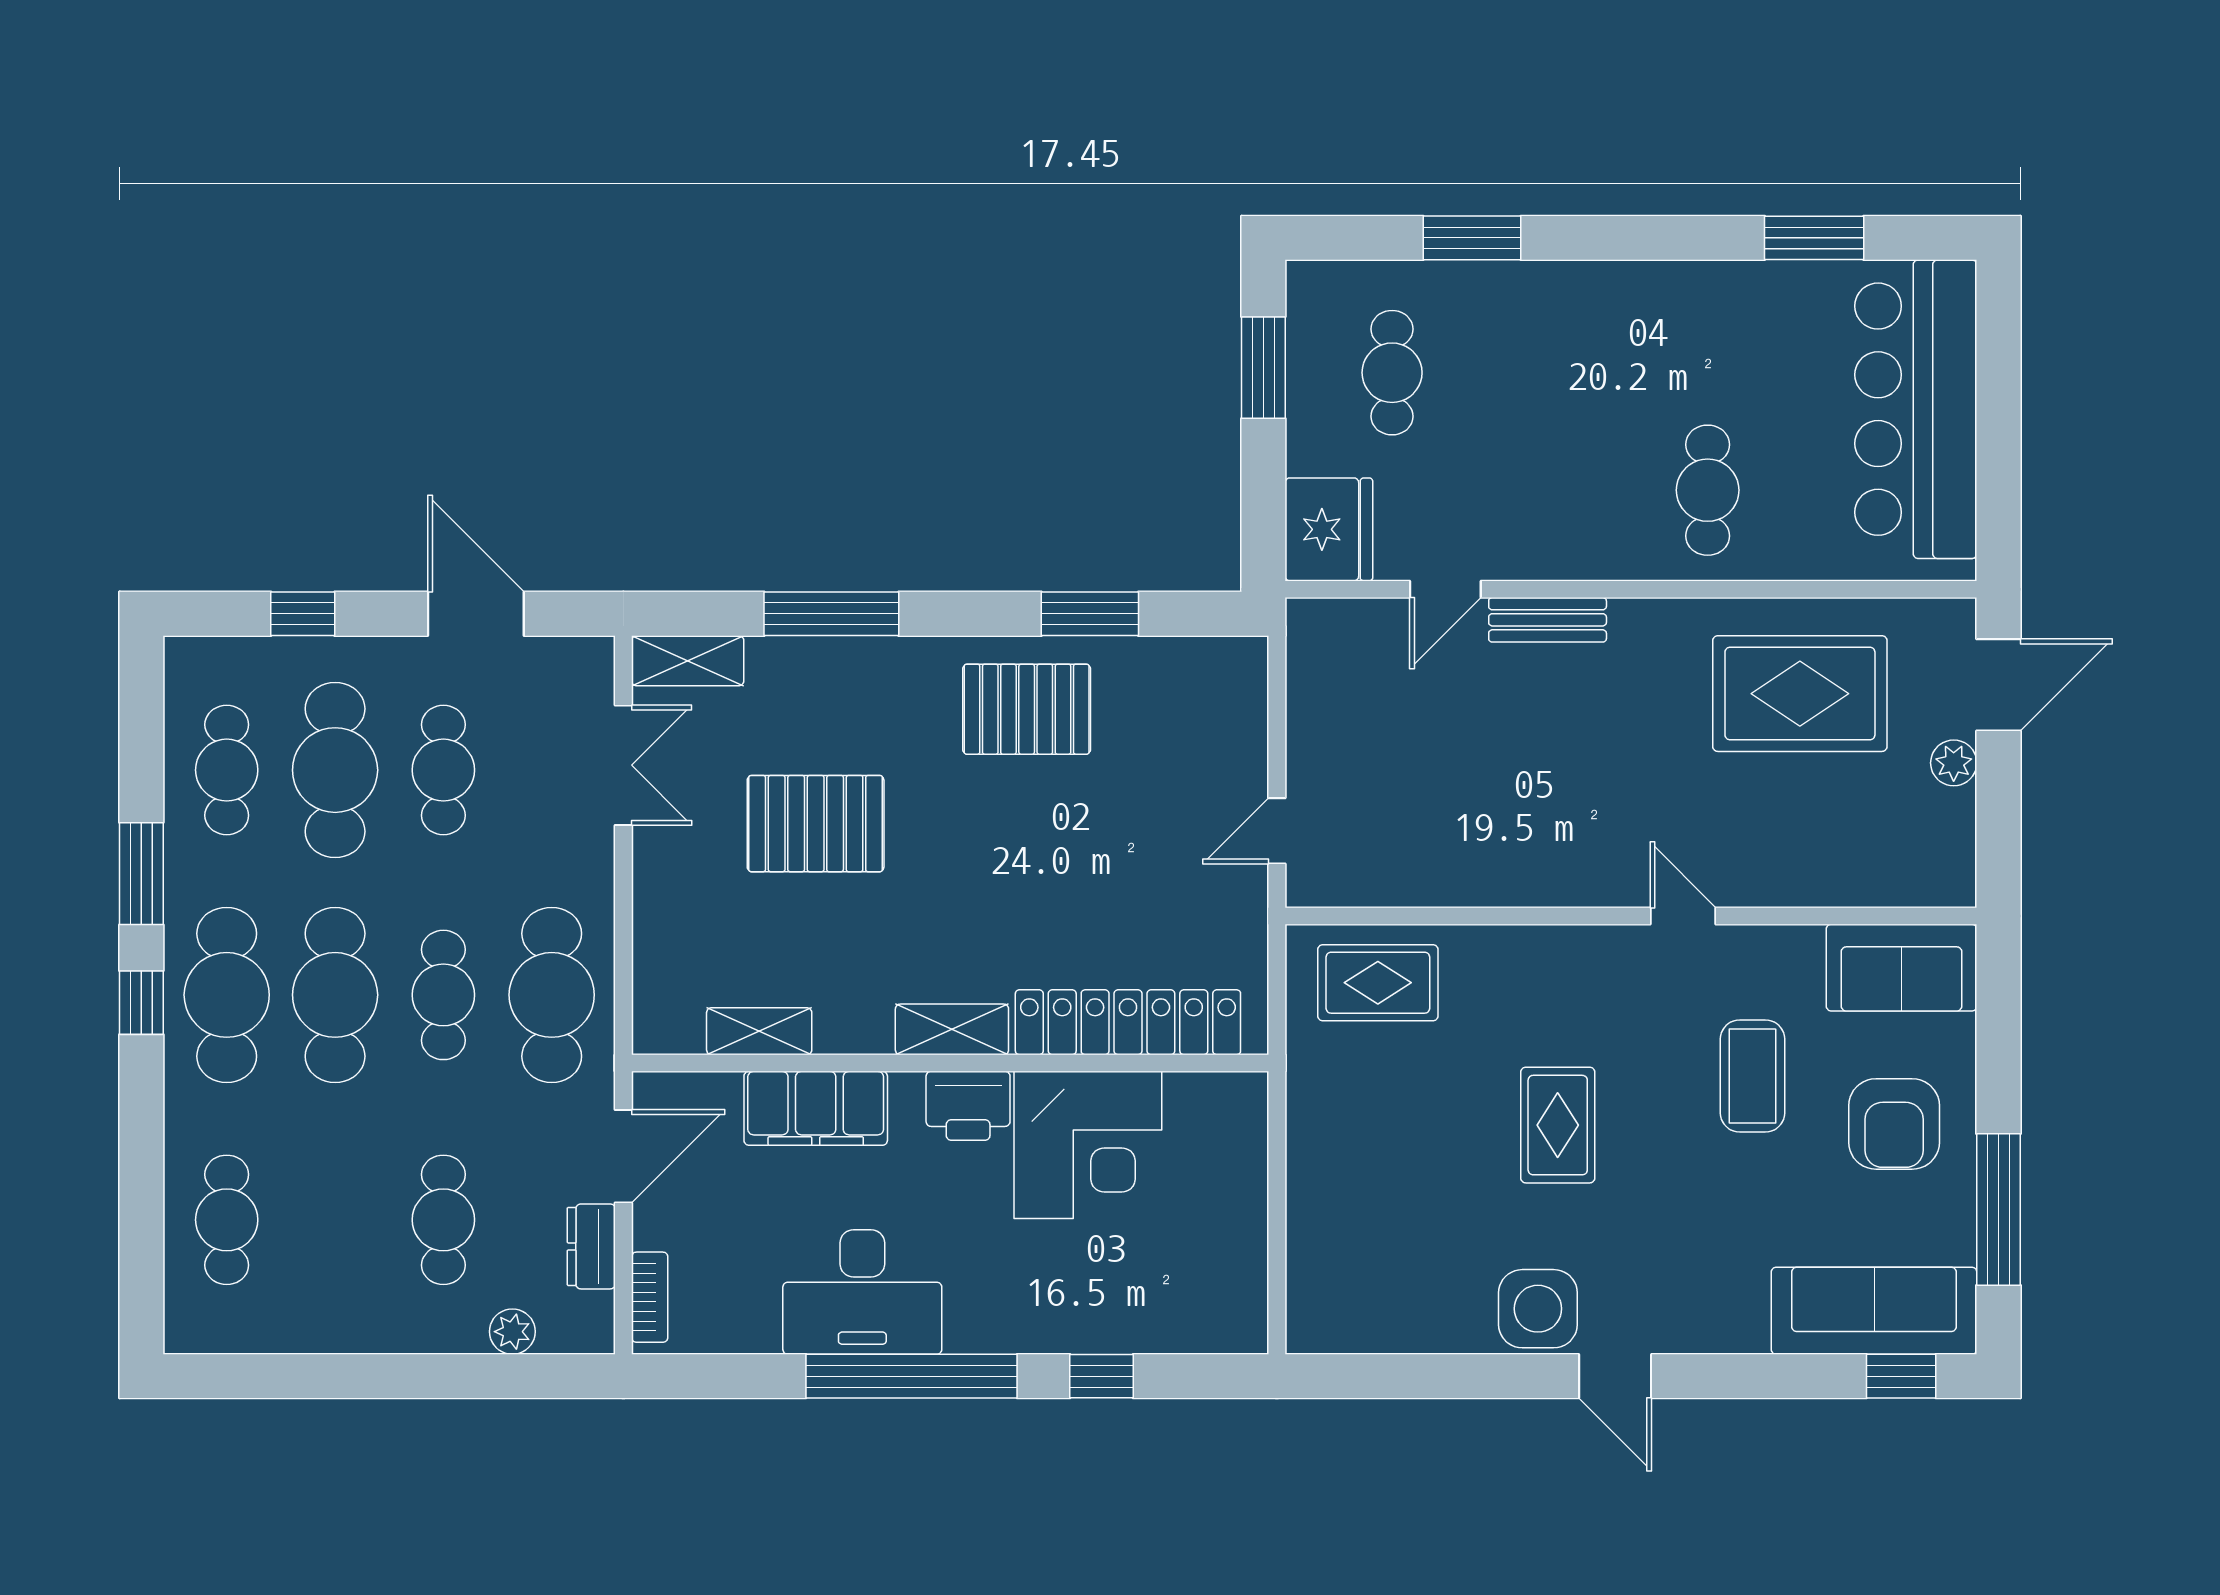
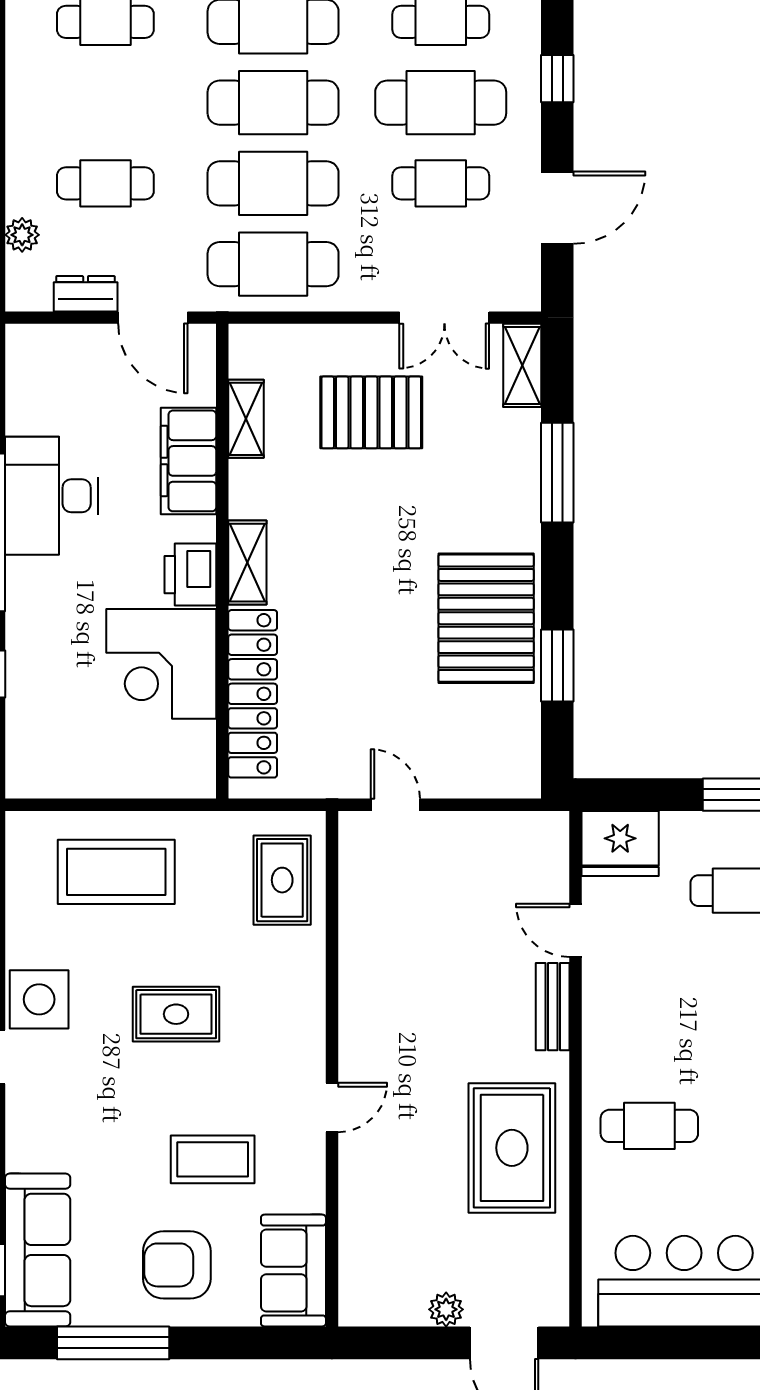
rug: (1800, 694) -> (512, 1148), moved
pallet: (1027, 709) -> (486, 618), width x1.37, depth x1.41
pallet: (816, 824) -> (371, 412), moved, turned 90
cafe table: (443, 995) -> (273, 183), width x1.37, depth x1.35
coffee table: (1367, 1205) -> (116, 872), added
bookcase: (650, 1297) -> (48, 337), removed

